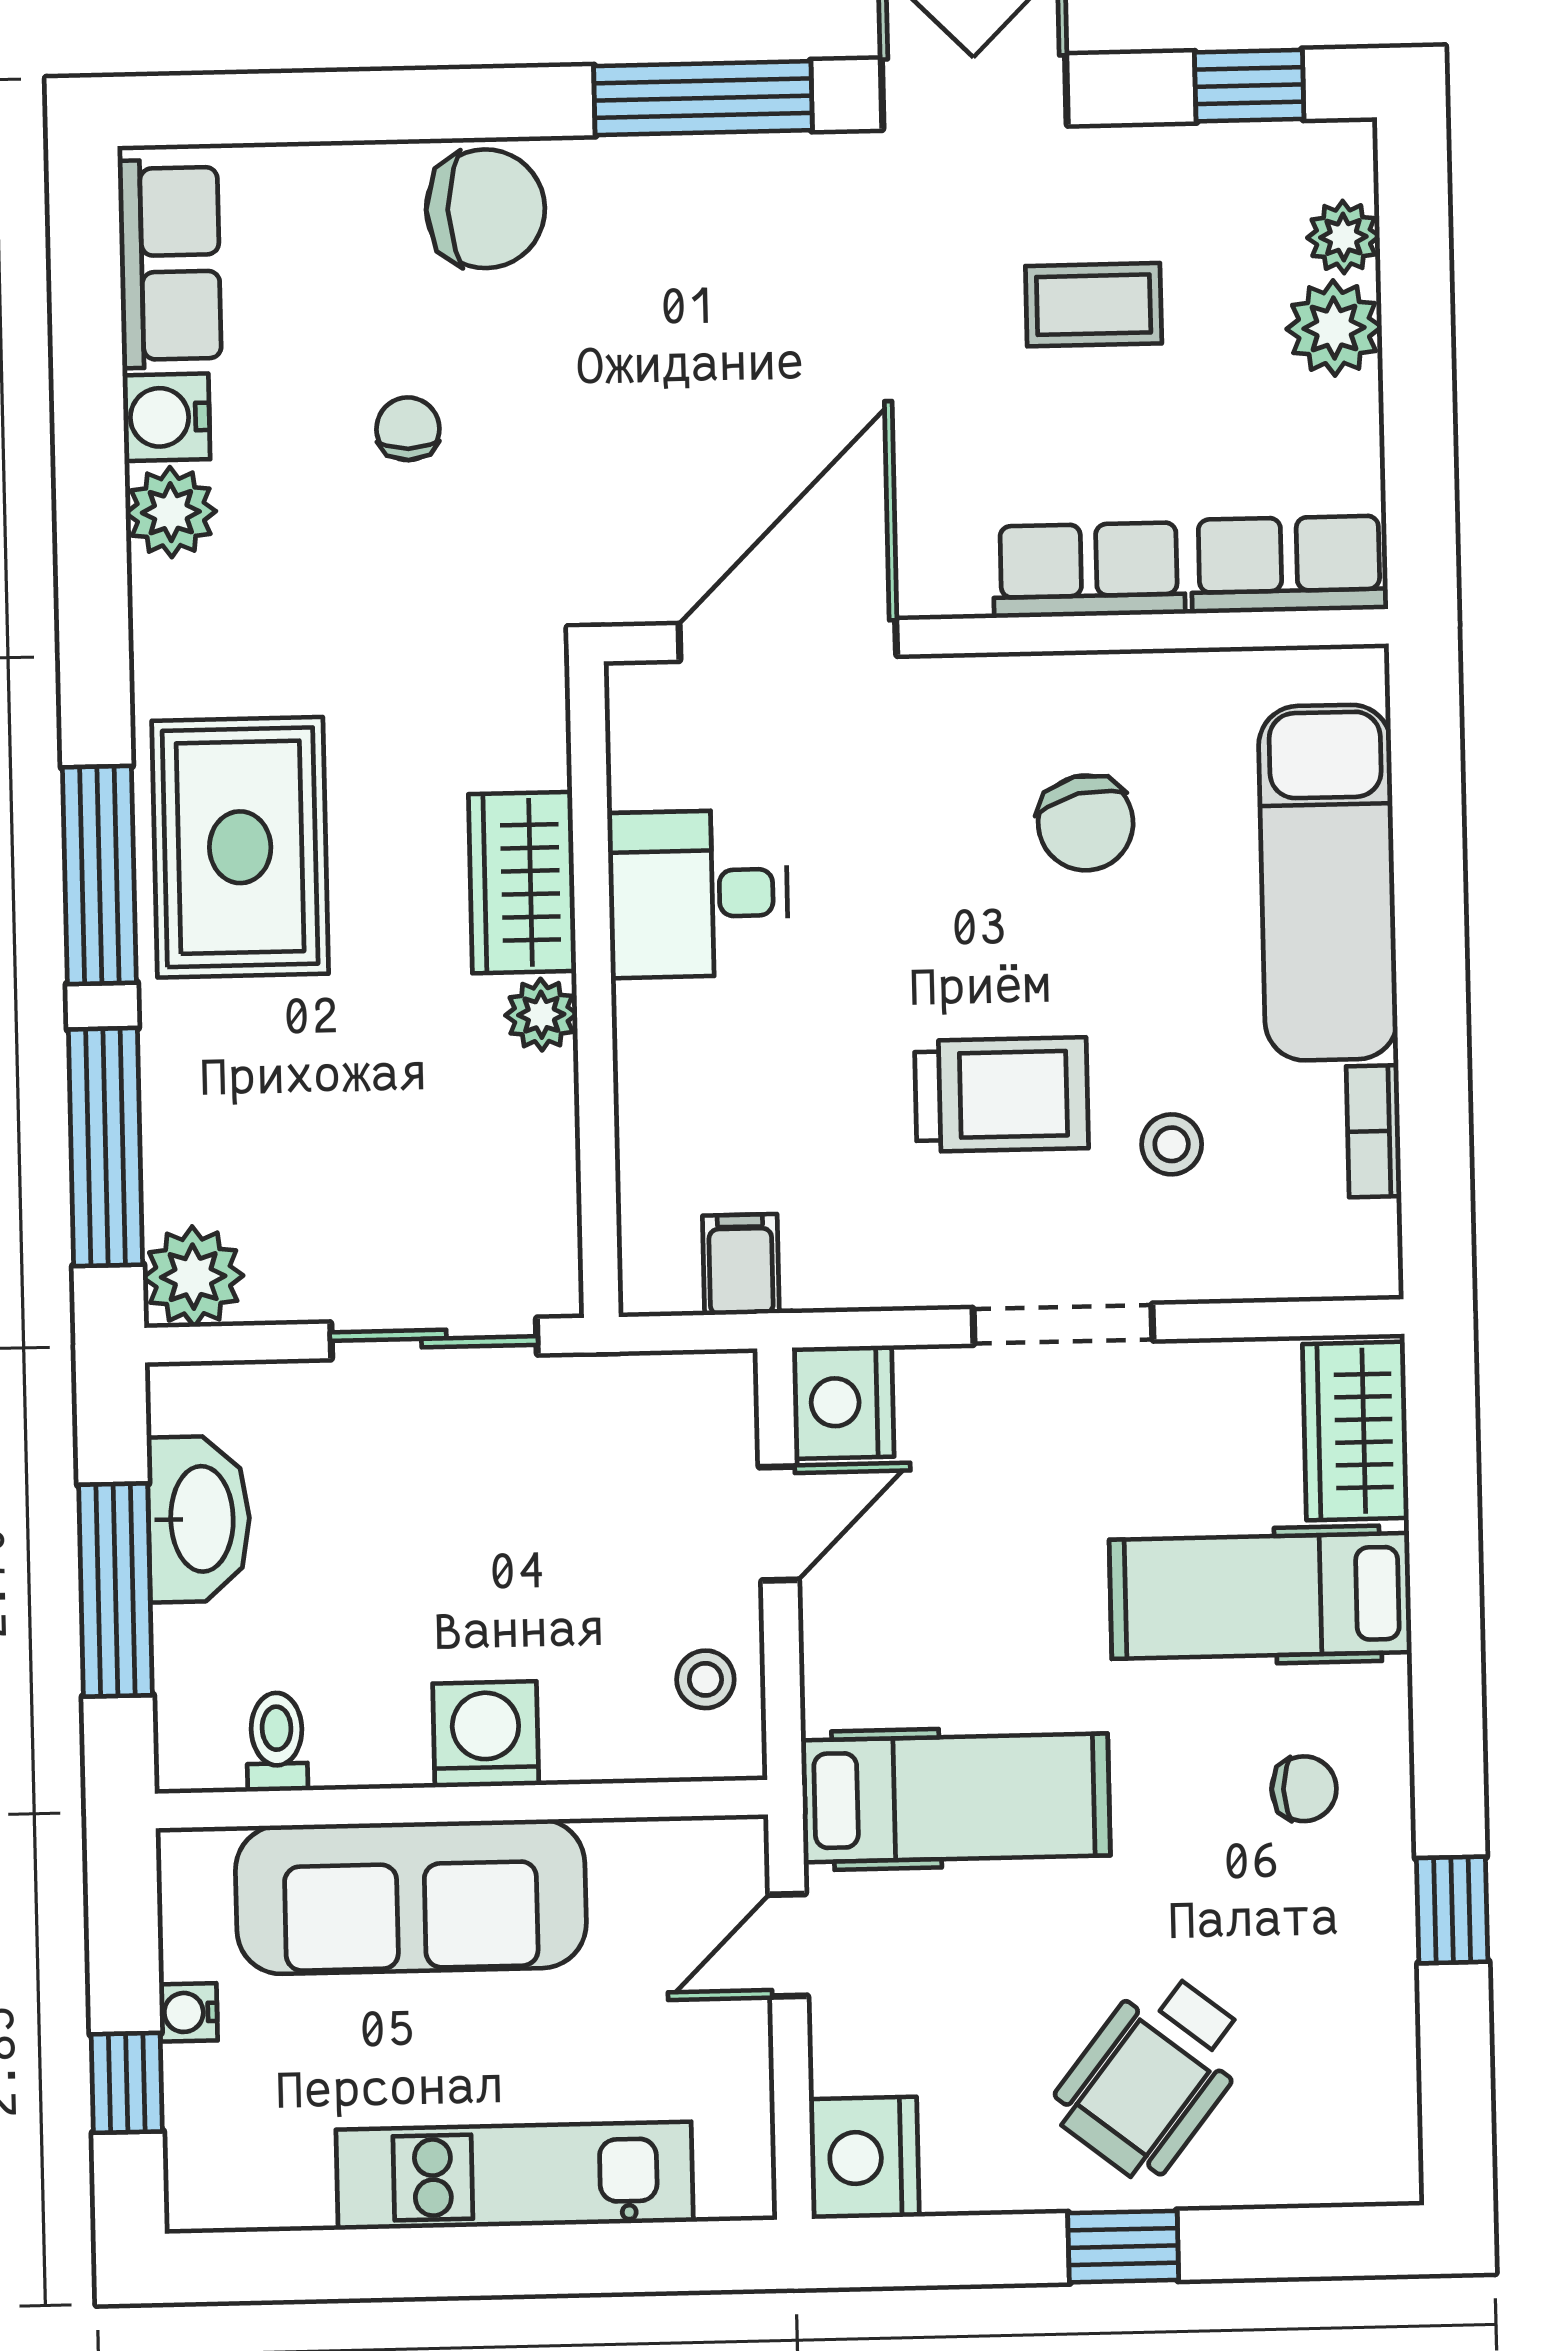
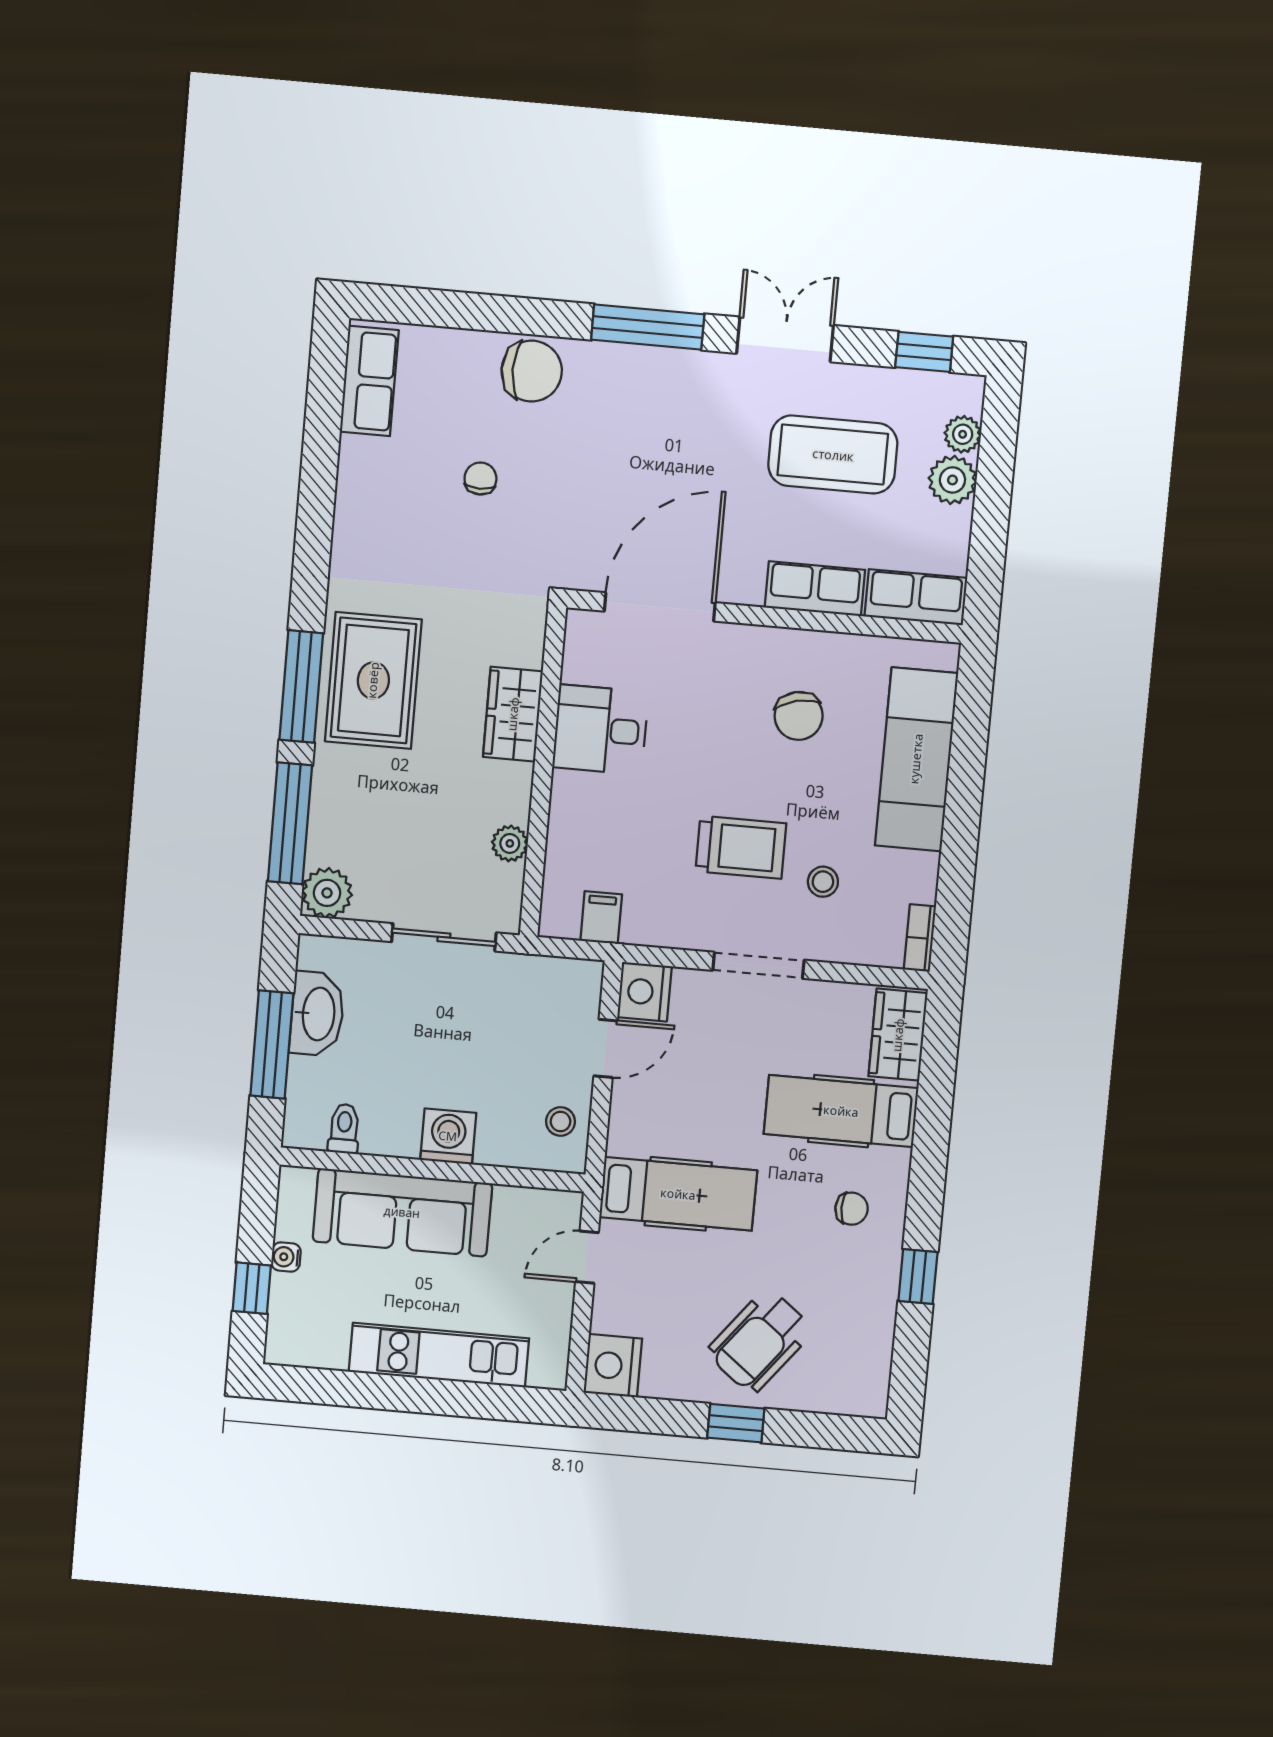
coffee table: (1094, 305) -> (833, 455), width x1.86, depth x1.72
water cooler: (166, 417) -> (359, 459), removed
plant: (171, 512) -> (357, 507), removed
plant: (541, 1015) -> (510, 843), moved
bookcase: (1374, 1131) -> (920, 938), moved

